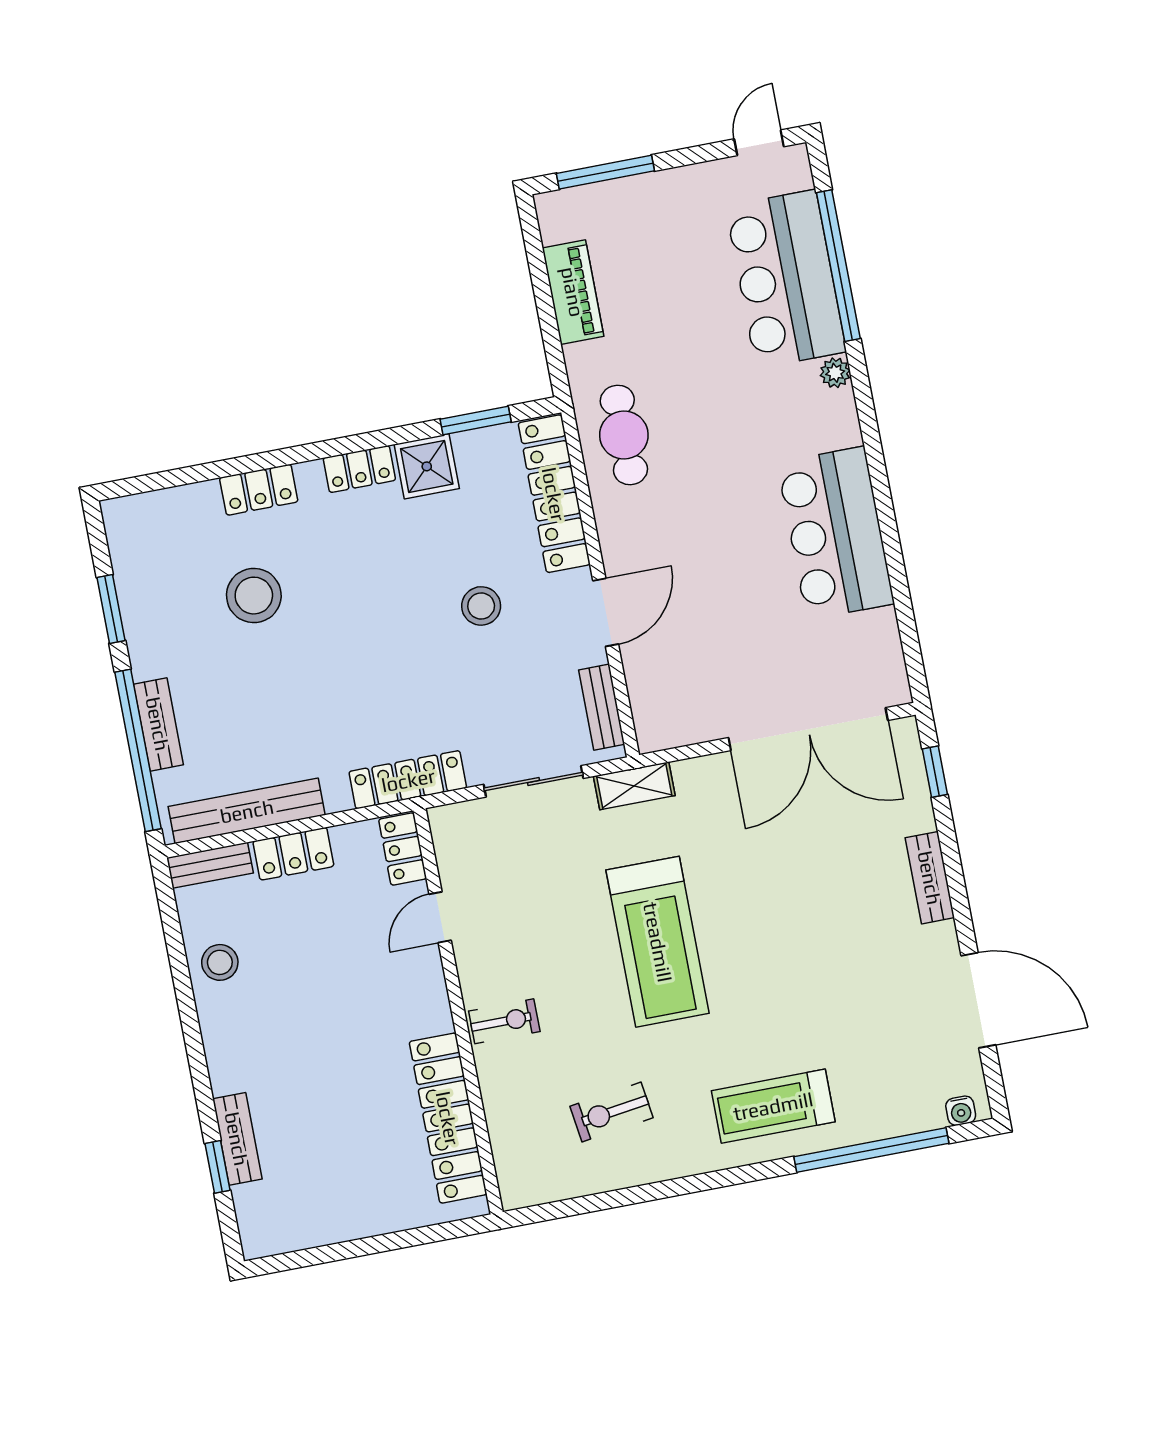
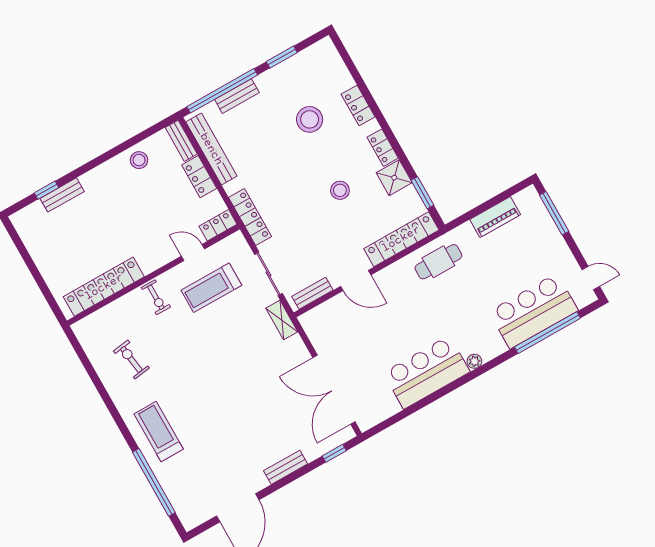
plant: (835, 373) -> (474, 361), moved
stool: (481, 606) -> (340, 190), moved
treadmill: (658, 942) -> (211, 288), moved, width x0.73, depth x0.73
water cooler: (961, 1111) -> (185, 517), removed

